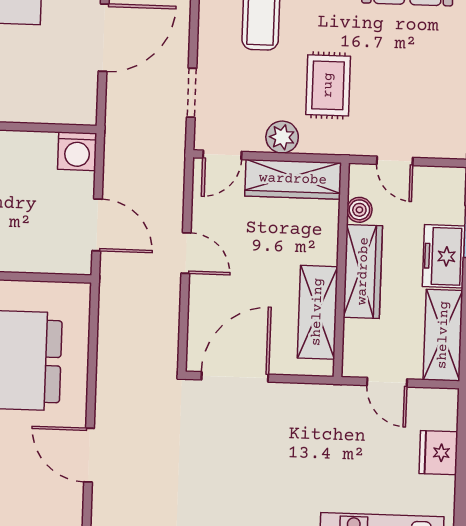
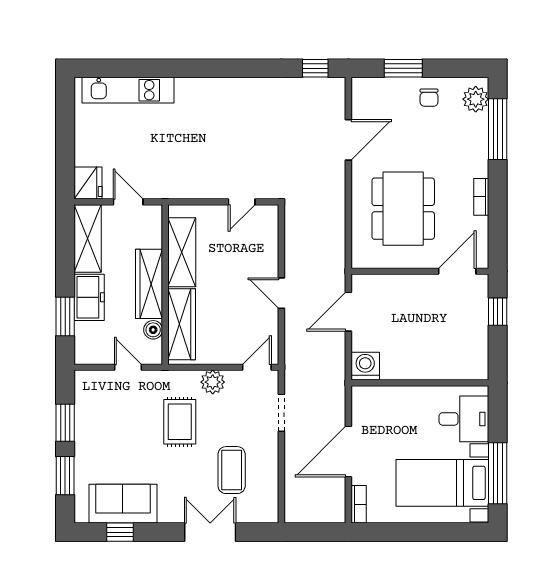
wardrobe: (293, 179) -> (182, 324), moved, turned 90
door: (97, 225) -> (348, 312), hinge flipped
door: (235, 377) -> (242, 202), width x0.53
fridge: (438, 453) -> (88, 183), moved
door: (89, 455) -> (348, 140), hinge flipped

